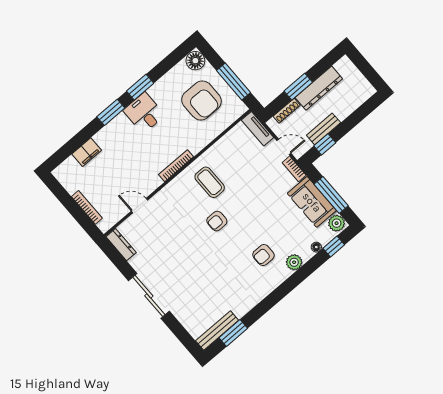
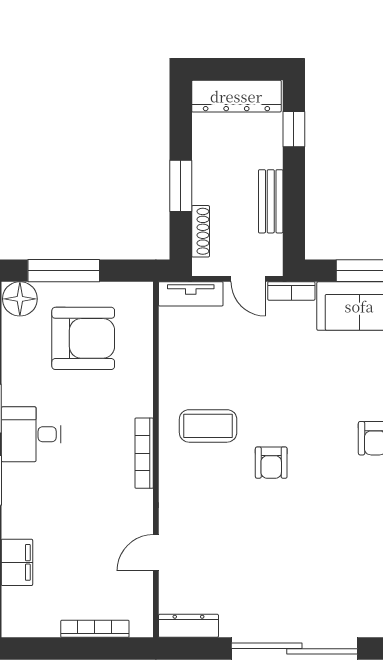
window: (233, 81) -> (64, 271), moved
dresser: (319, 88) -> (236, 96), moved, turned 90
window: (325, 144) -> (294, 129), moved
door: (284, 147) -> (248, 279), swing flipped
sliding door: (149, 296) -> (294, 649), width x1.36

